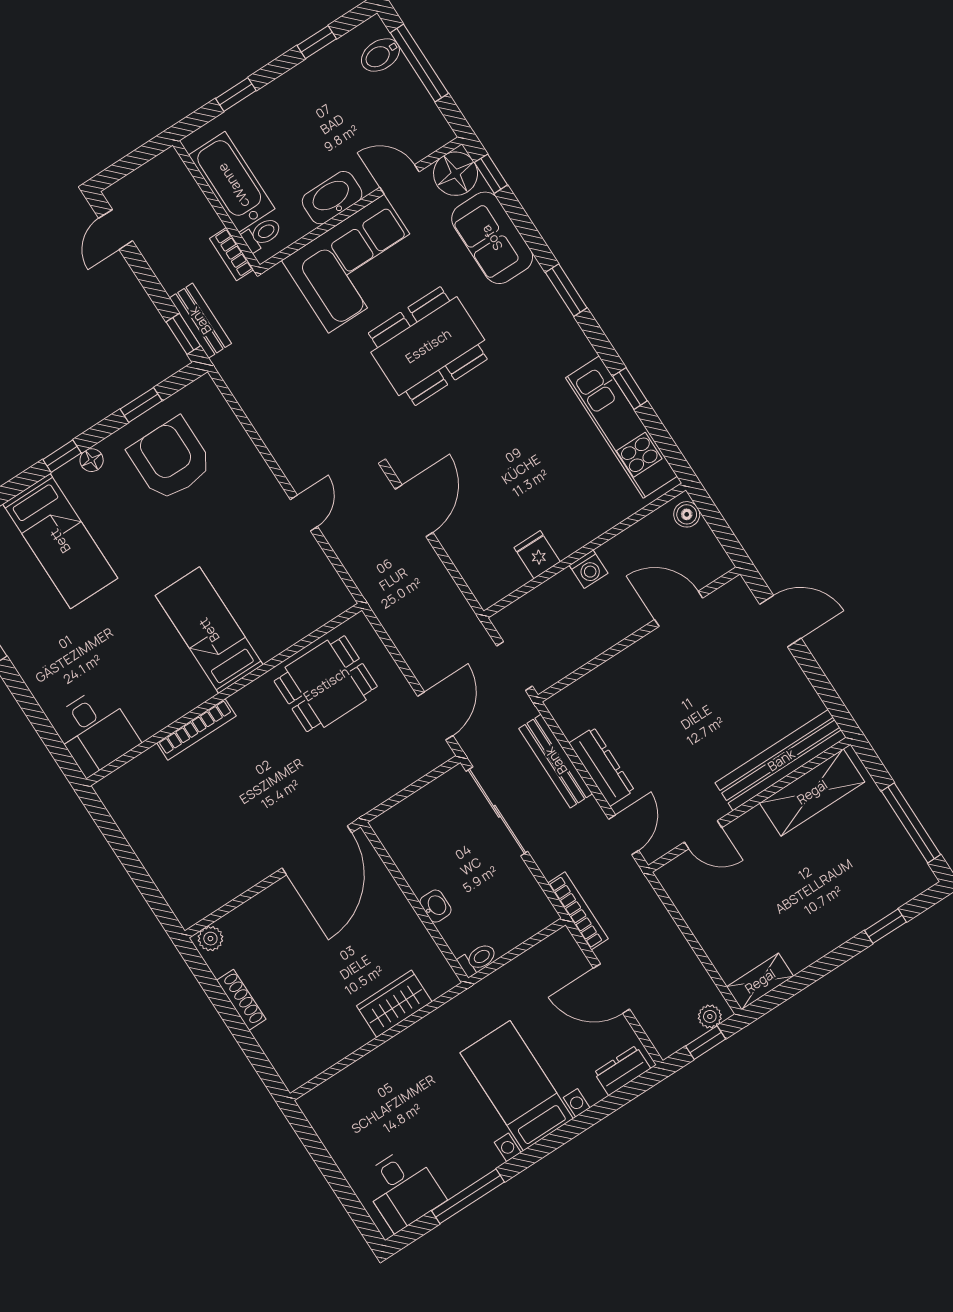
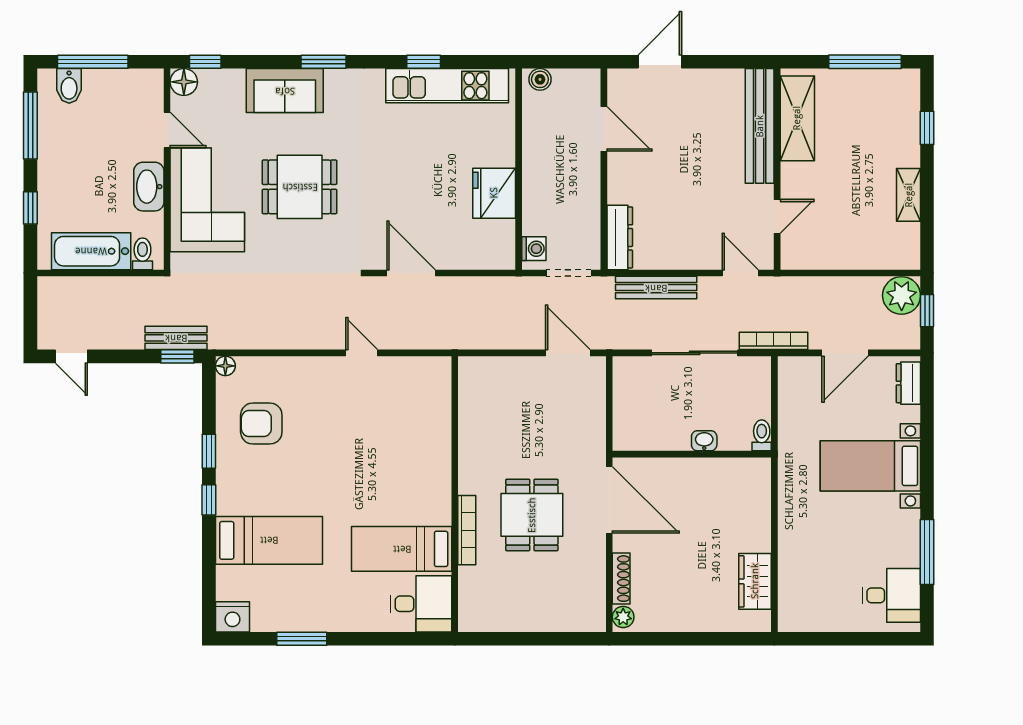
window: (317, 42) -> (30, 126), width x2.17
floor lamp: (456, 174) -> (184, 82), width x0.73, depth x0.73
door: (399, 179) -> (167, 130), swing flipped
sofa: (492, 238) -> (285, 91), moved
bookcase: (232, 254) -> (143, 285), removed
dining table: (428, 346) -> (300, 187), width x0.73
window: (141, 405) -> (209, 451), moved
armchair: (170, 459) -> (261, 424), width x0.73, depth x0.73
floor lamp: (92, 460) -> (225, 366), moved
fridge: (537, 555) -> (494, 193), width x1.88, depth x1.34
washing machine: (589, 569) -> (534, 249), moved
door: (679, 609) -> (604, 129), swing flipped
bed: (209, 630) -> (402, 549), moved
dining table: (326, 684) -> (532, 515), moved
dresser: (602, 767) -> (620, 237), moved, turned 90
sliding door: (497, 811) -> (695, 353), moved
shelving: (760, 981) -> (909, 195), moved
shoe rack: (241, 1000) -> (621, 579), moved, turned 90
wardrobe: (394, 1004) -> (755, 581), moved
plant: (710, 1016) -> (902, 295), width x1.87, depth x1.87

